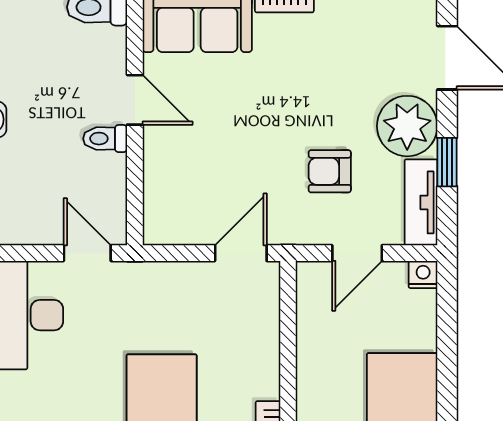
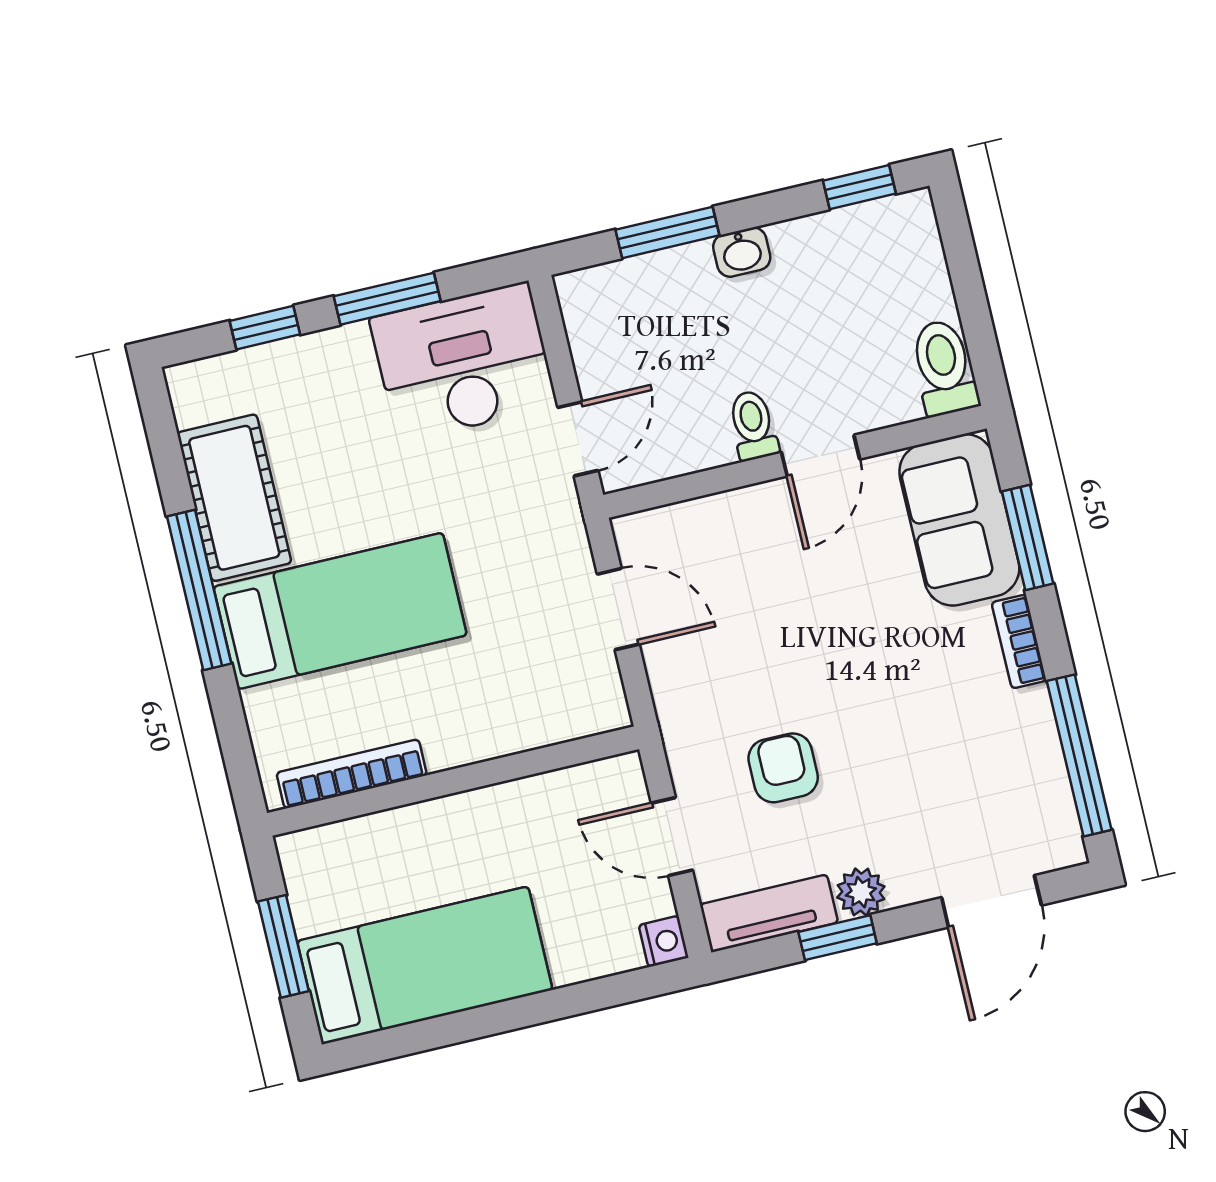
plant: (407, 126) -> (861, 892), width x0.53, depth x0.53
door: (241, 253) -> (618, 609), moved

